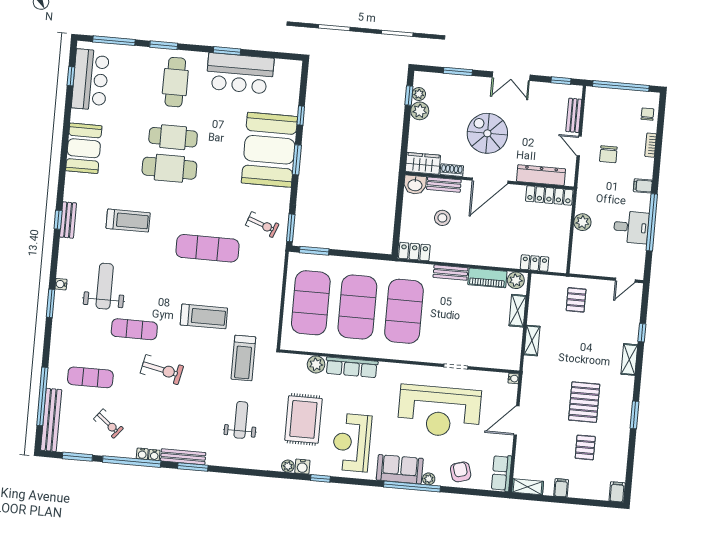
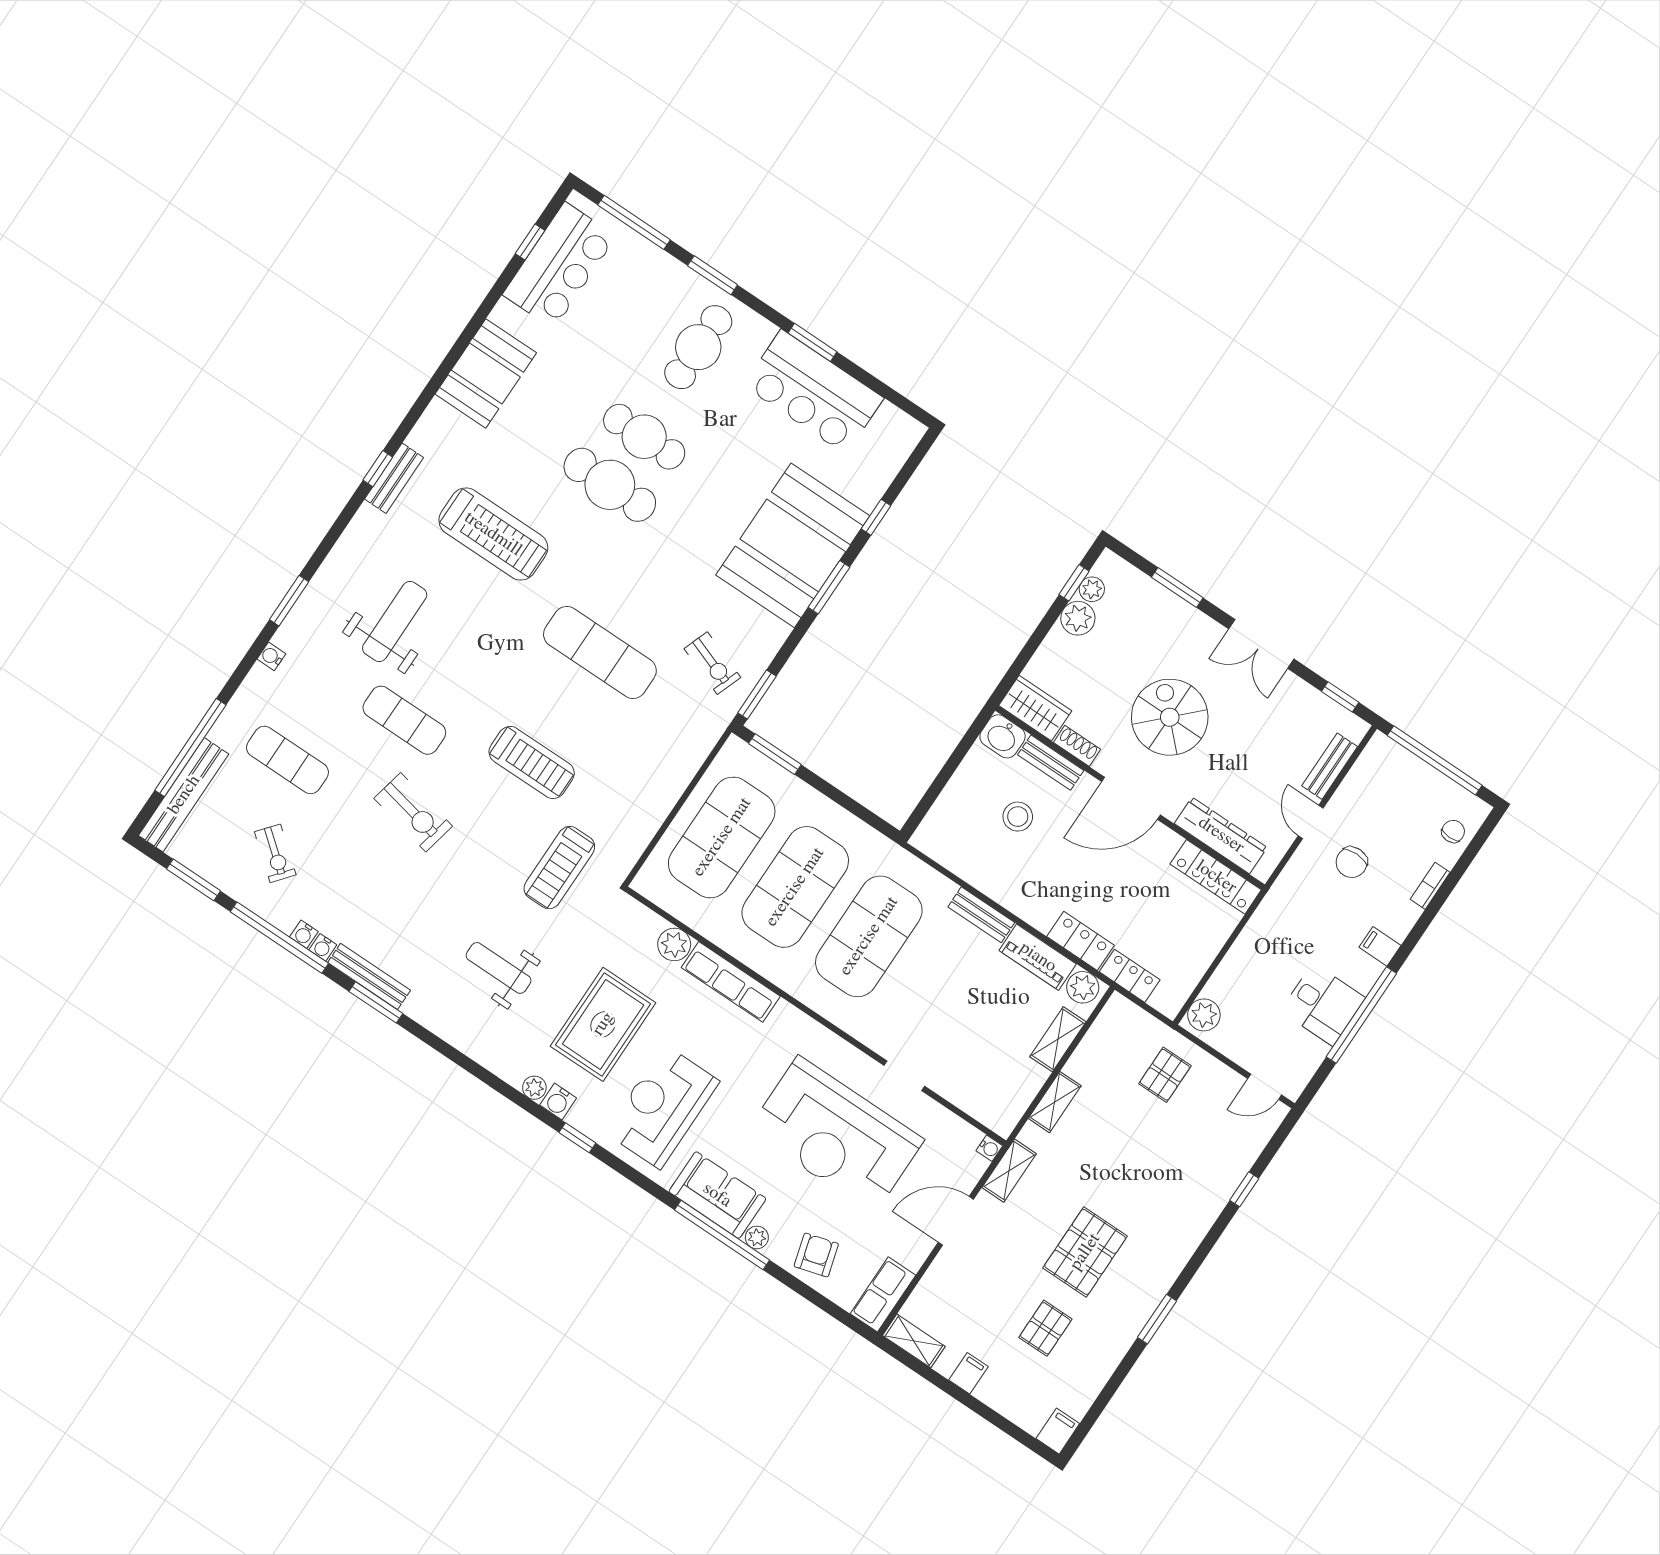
treadmill: (128, 221) -> (493, 534), width x1.37, depth x1.38
plant: (582, 222) -> (1204, 1015), moved
locker: (414, 252) -> (1080, 941), moved
water cooler: (61, 284) -> (271, 656), moved
shelving: (629, 359) -> (1009, 1171), moved
weight bench: (241, 420) -> (499, 968), turned -90

